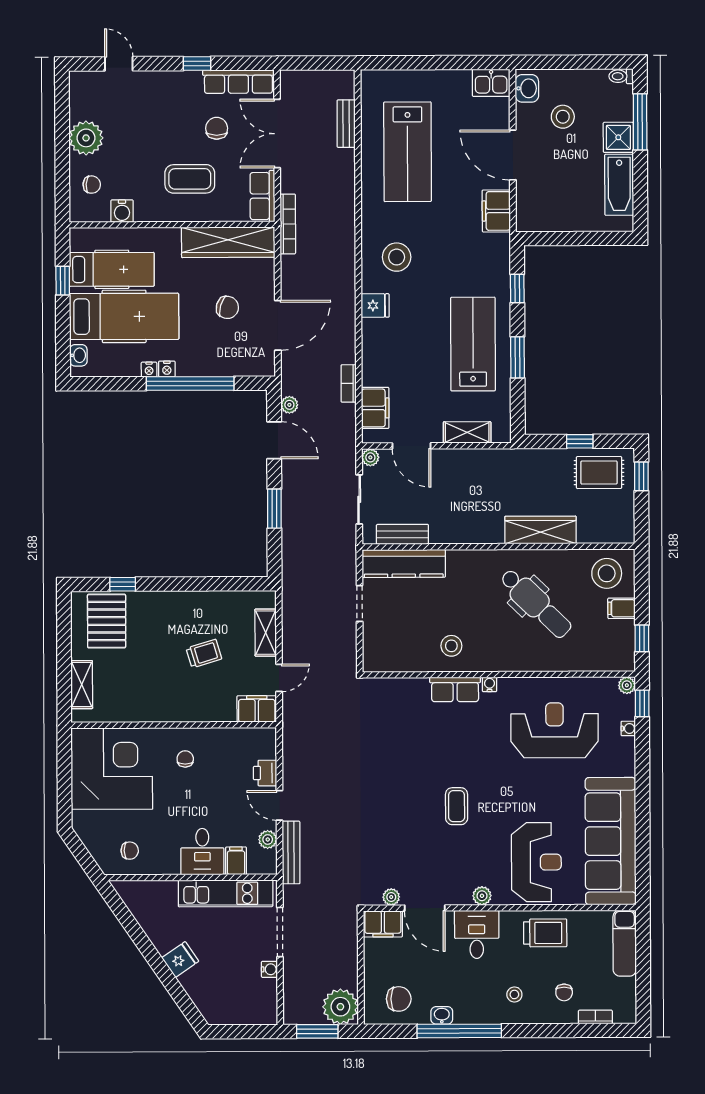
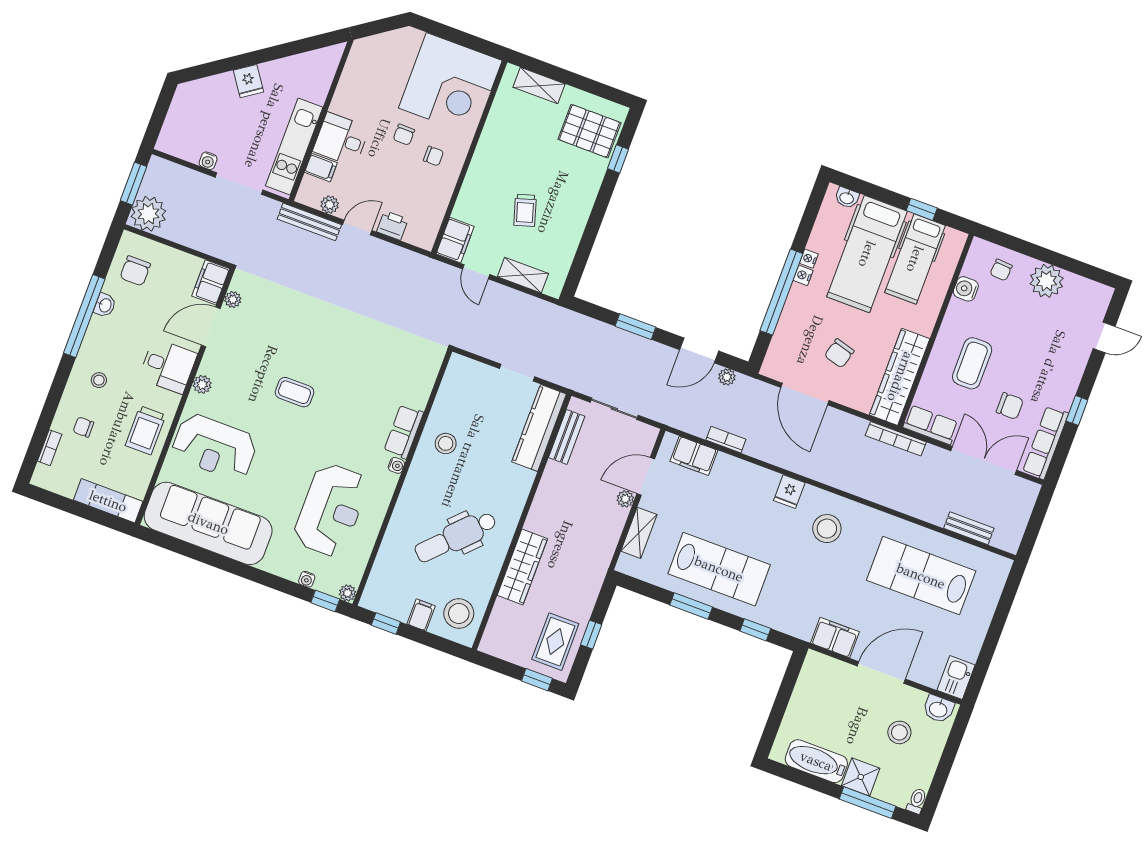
plant: (370, 457) -> (625, 499), moved
chair: (130, 851) -> (404, 135), moved

